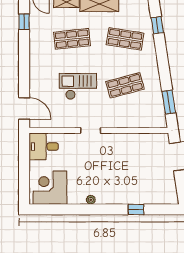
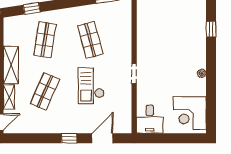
window: (24, 22) -> (69, 138), moved
shop shelf: (72, 39) -> (45, 91), turned 30
door: (24, 108) -> (102, 138), moved

